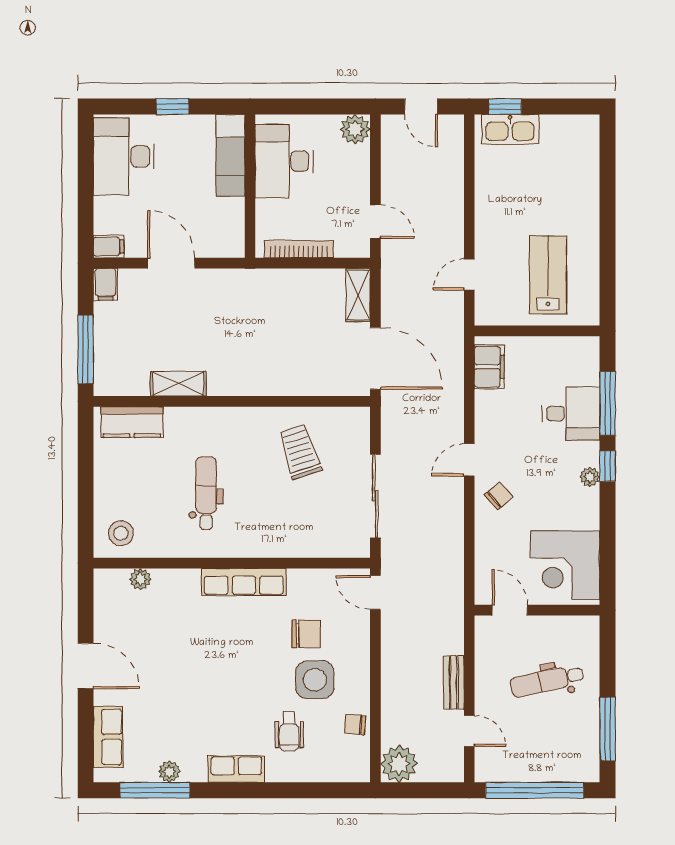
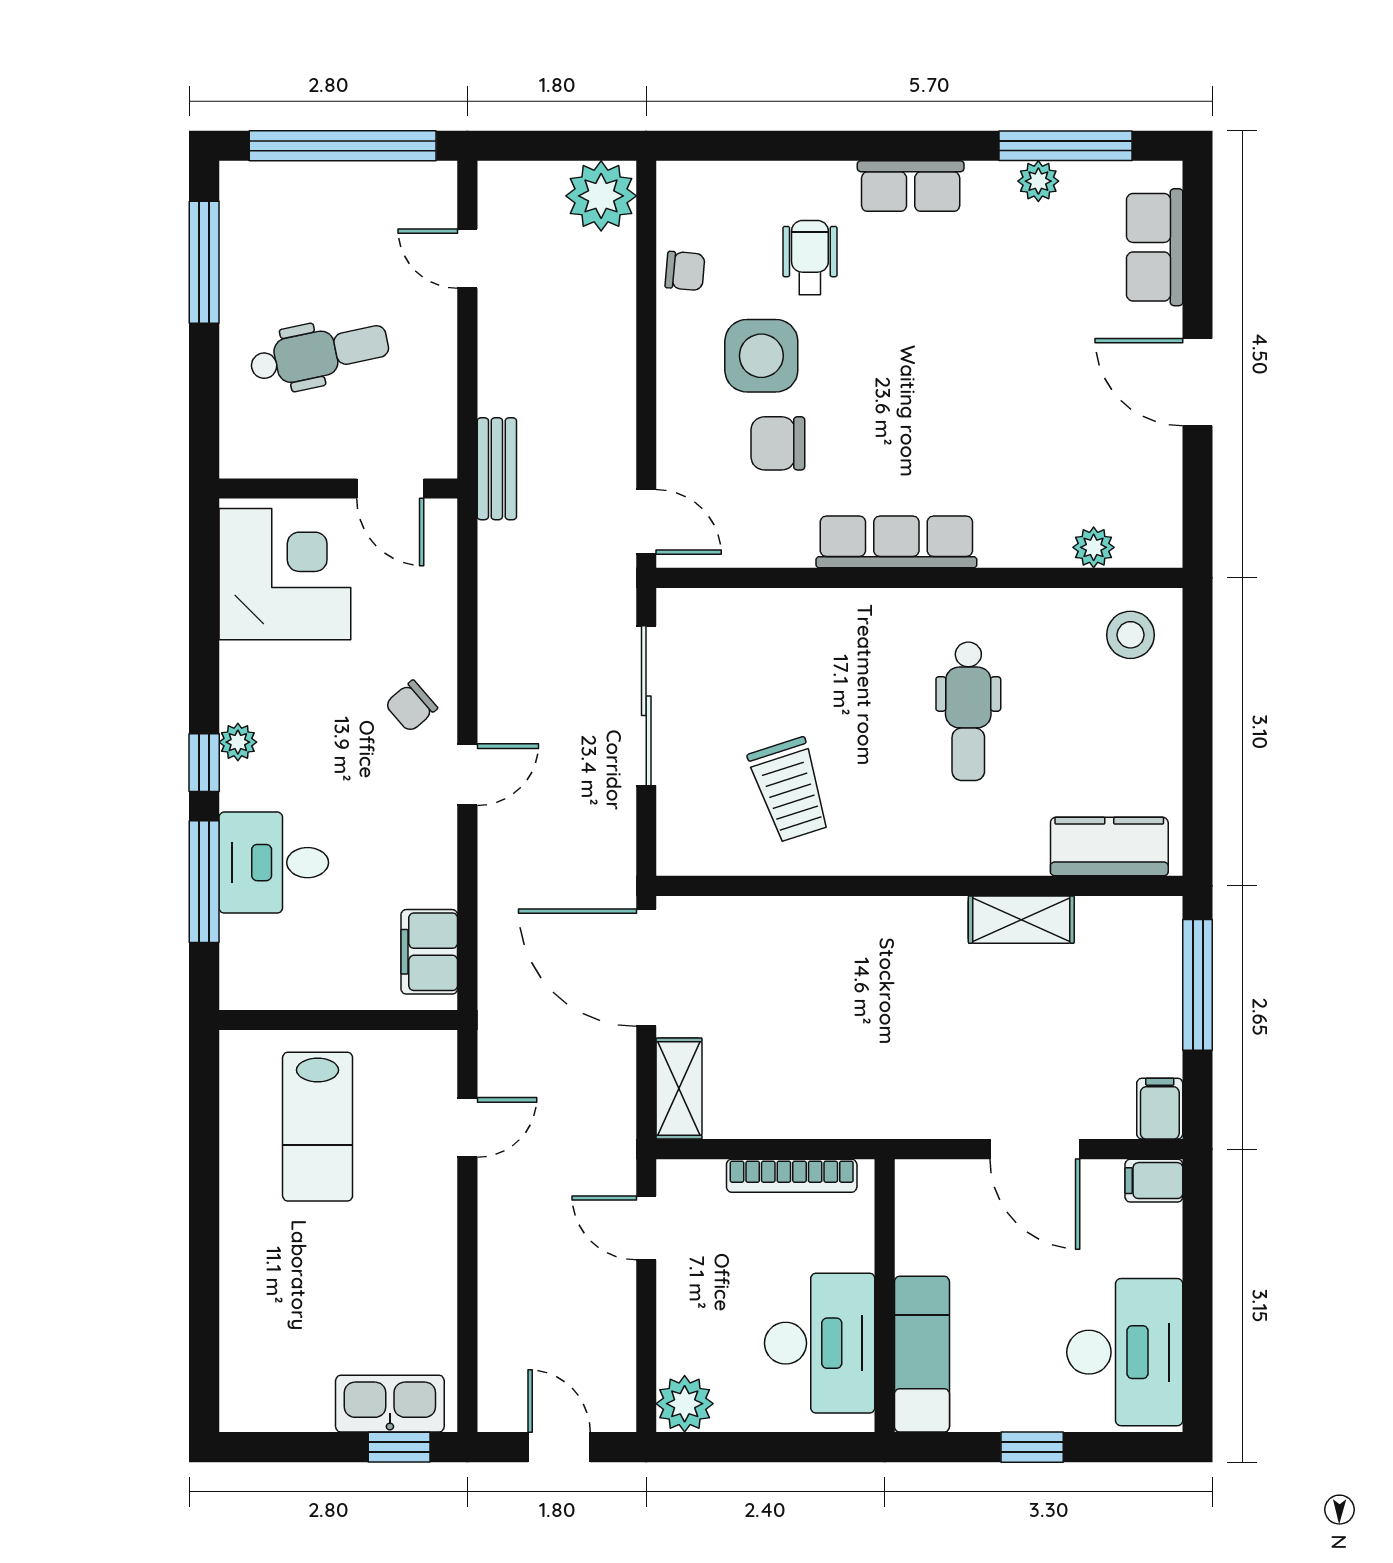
bench: (454, 683) -> (497, 469), moved

